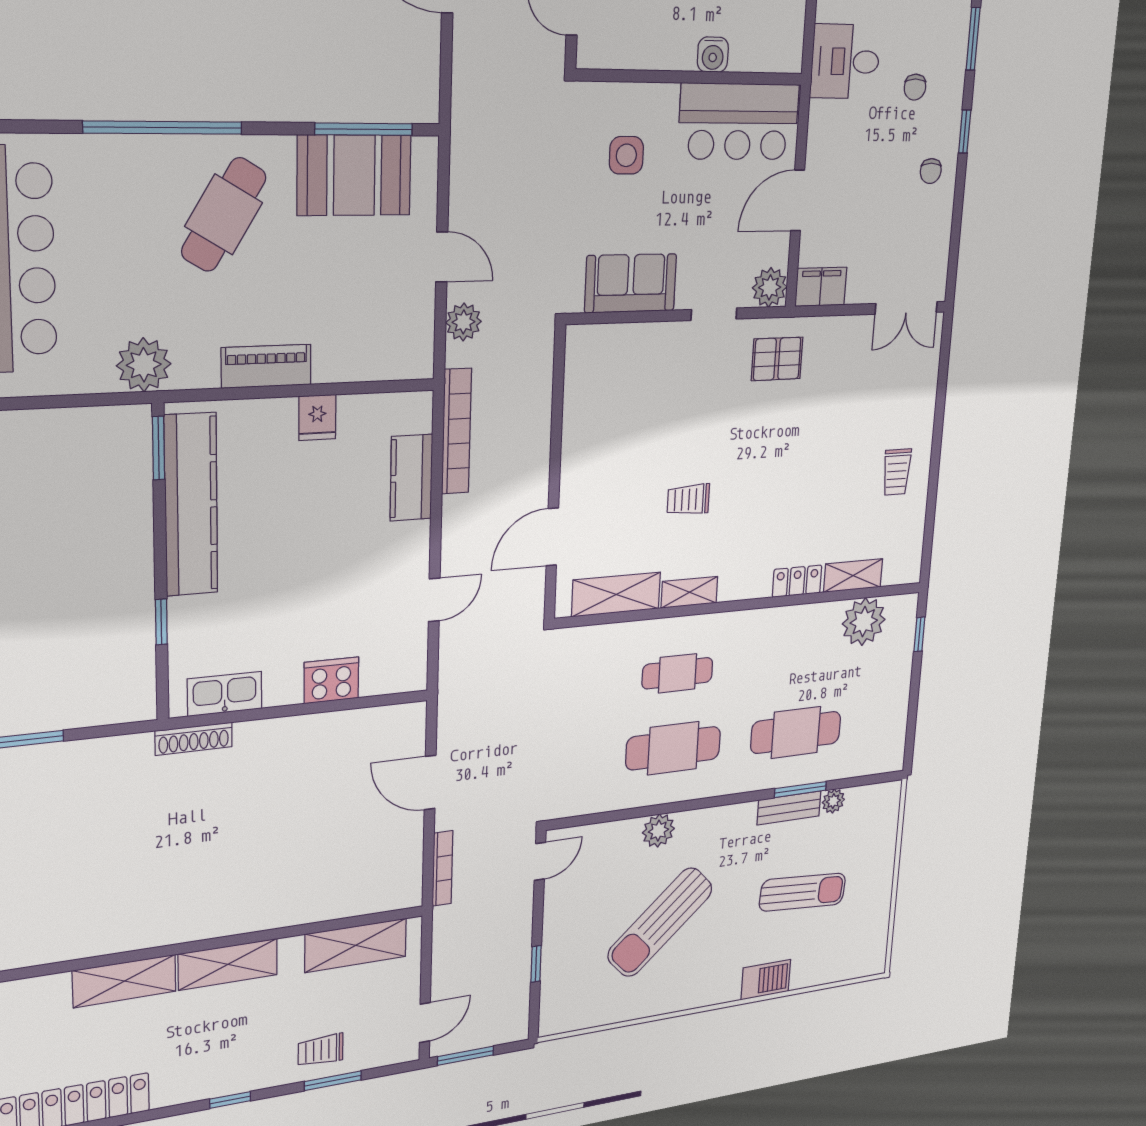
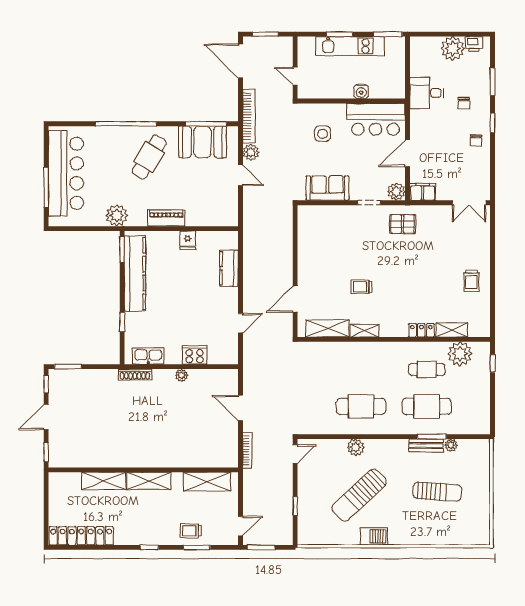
plant: (464, 322) -> (251, 152), moved
bookcase: (457, 431) -> (249, 116), moved
cafe table: (677, 673) -> (427, 369), moved
plant: (302, 728) -> (182, 375), added
barbecue: (766, 980) -> (374, 536), moved

